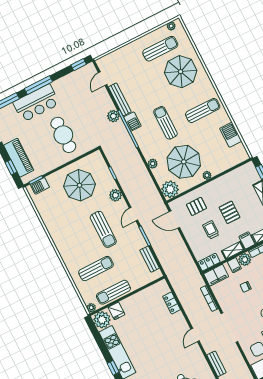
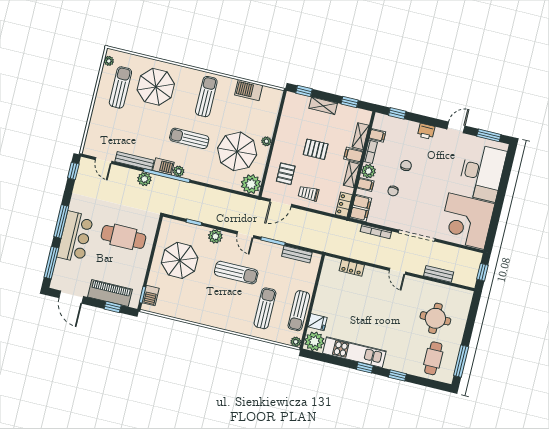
plant: (153, 164) -> (179, 171), moved
trolley: (211, 230) -> (309, 193), moved

